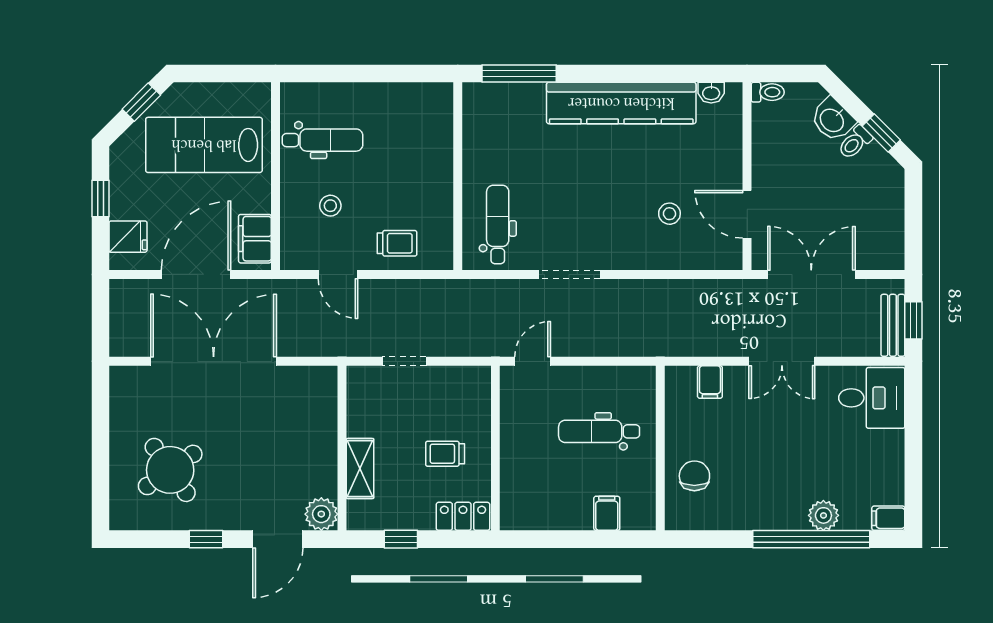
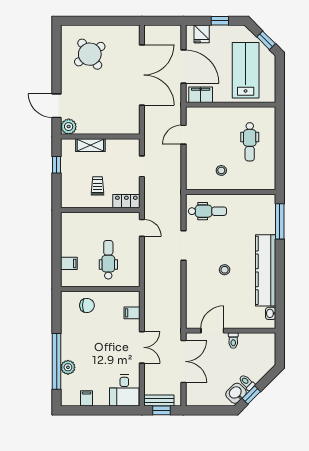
toilet: (768, 92) -> (233, 341), moved
washbasin: (832, 120) -> (236, 393), moved
dental chair: (323, 140) -> (250, 142), moved
stool: (330, 206) -> (221, 170), moved
stool: (669, 214) -> (225, 270), moved
trolley: (397, 243) -> (198, 163), removed
double door: (782, 361) -> (142, 347), swing flipped
locker: (463, 516) -> (126, 201), moved, turned -90
filing cabinet: (888, 518) -> (87, 398), moved
window: (206, 539) -> (57, 71), removed

